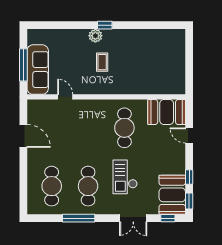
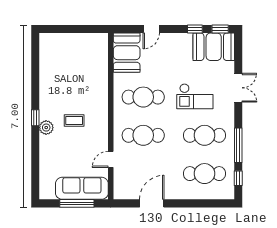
cafe table: (88, 128) -> (143, 135), added
window: (168, 218) -> (238, 178), moved

